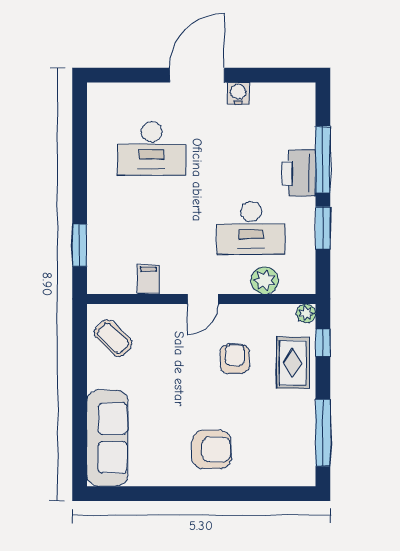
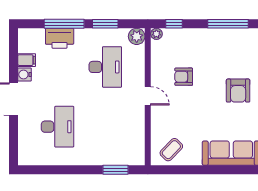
printer: (299, 173) -> (60, 38), moved
filing cabinet: (148, 279) -> (27, 60), moved, turned 180
plant: (265, 280) -> (137, 36), moved
rug: (293, 363) -> (186, 42), removed
armchair: (212, 449) -> (238, 91), turned 180

